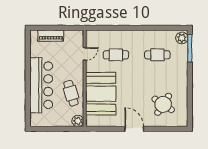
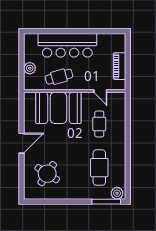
piano: (51, 36) -> (120, 66), moved
cafe table: (157, 55) -> (99, 168), width x1.37, depth x1.35
plant: (78, 121) -> (30, 68), moved

